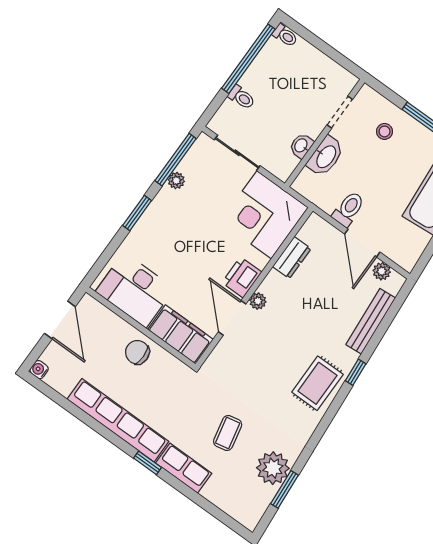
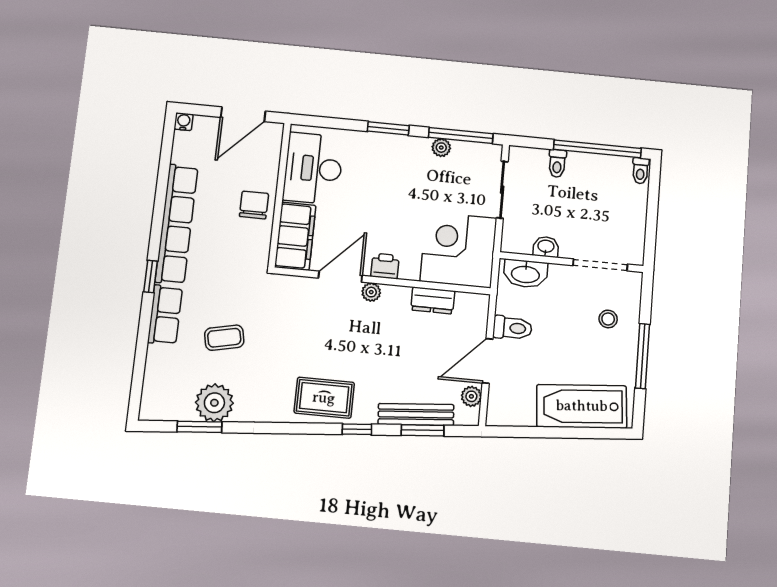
doorway: (340, 112) -> (600, 265), width x1.38
washbasin: (326, 156) -> (525, 274), moved
printer: (242, 277) -> (385, 266), width x0.73, depth x0.81
window: (385, 323) -> (423, 430), added

